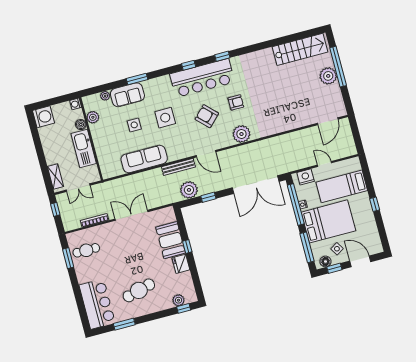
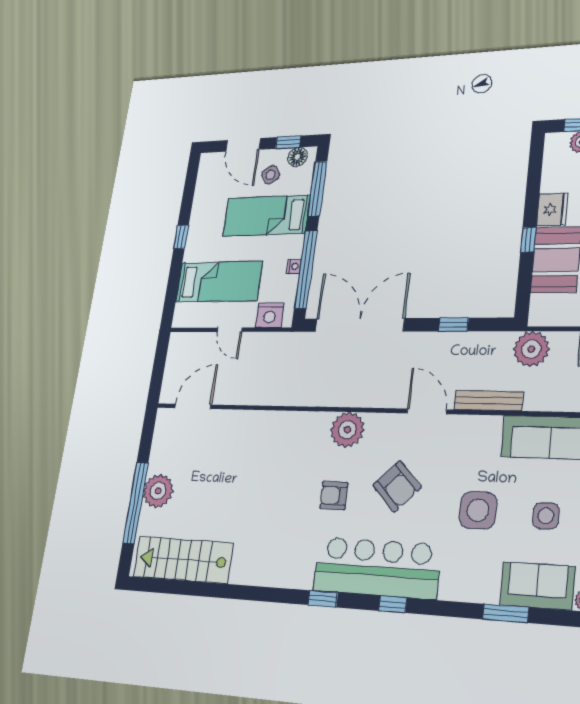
plant: (189, 190) -> (531, 349), moved
bed: (328, 221) -> (266, 216), width x0.67

